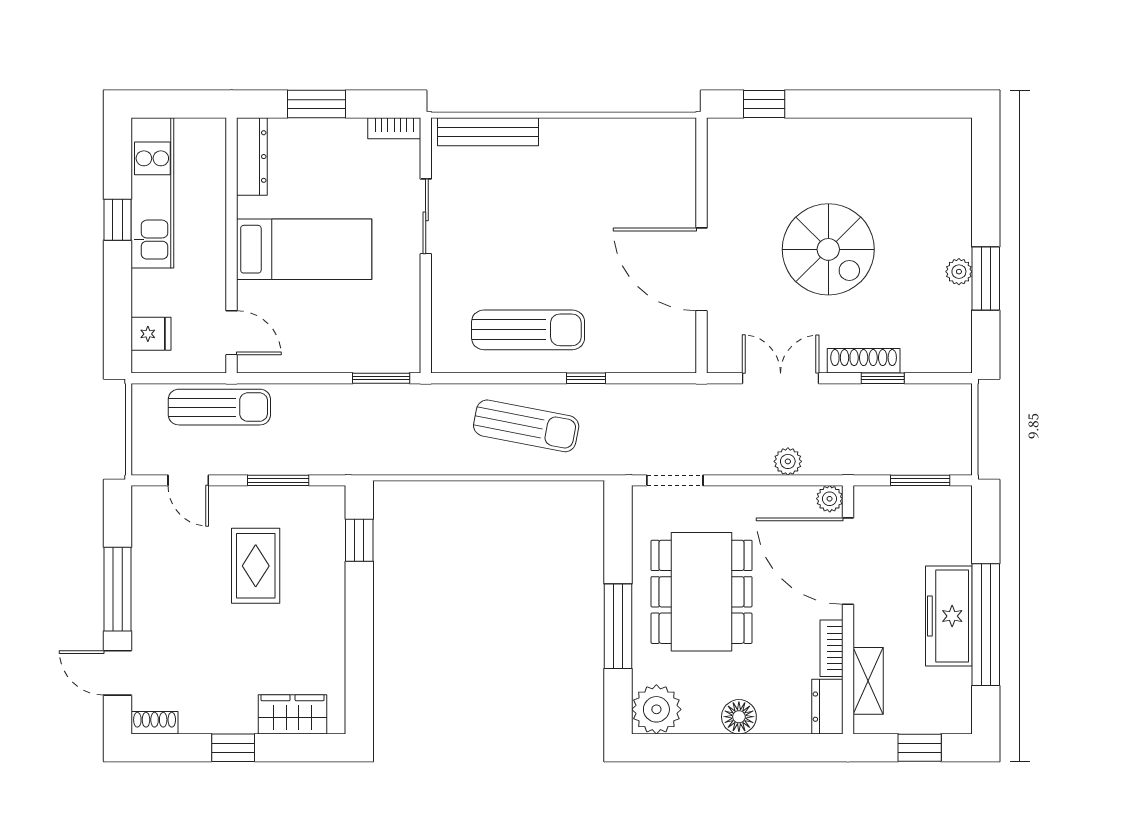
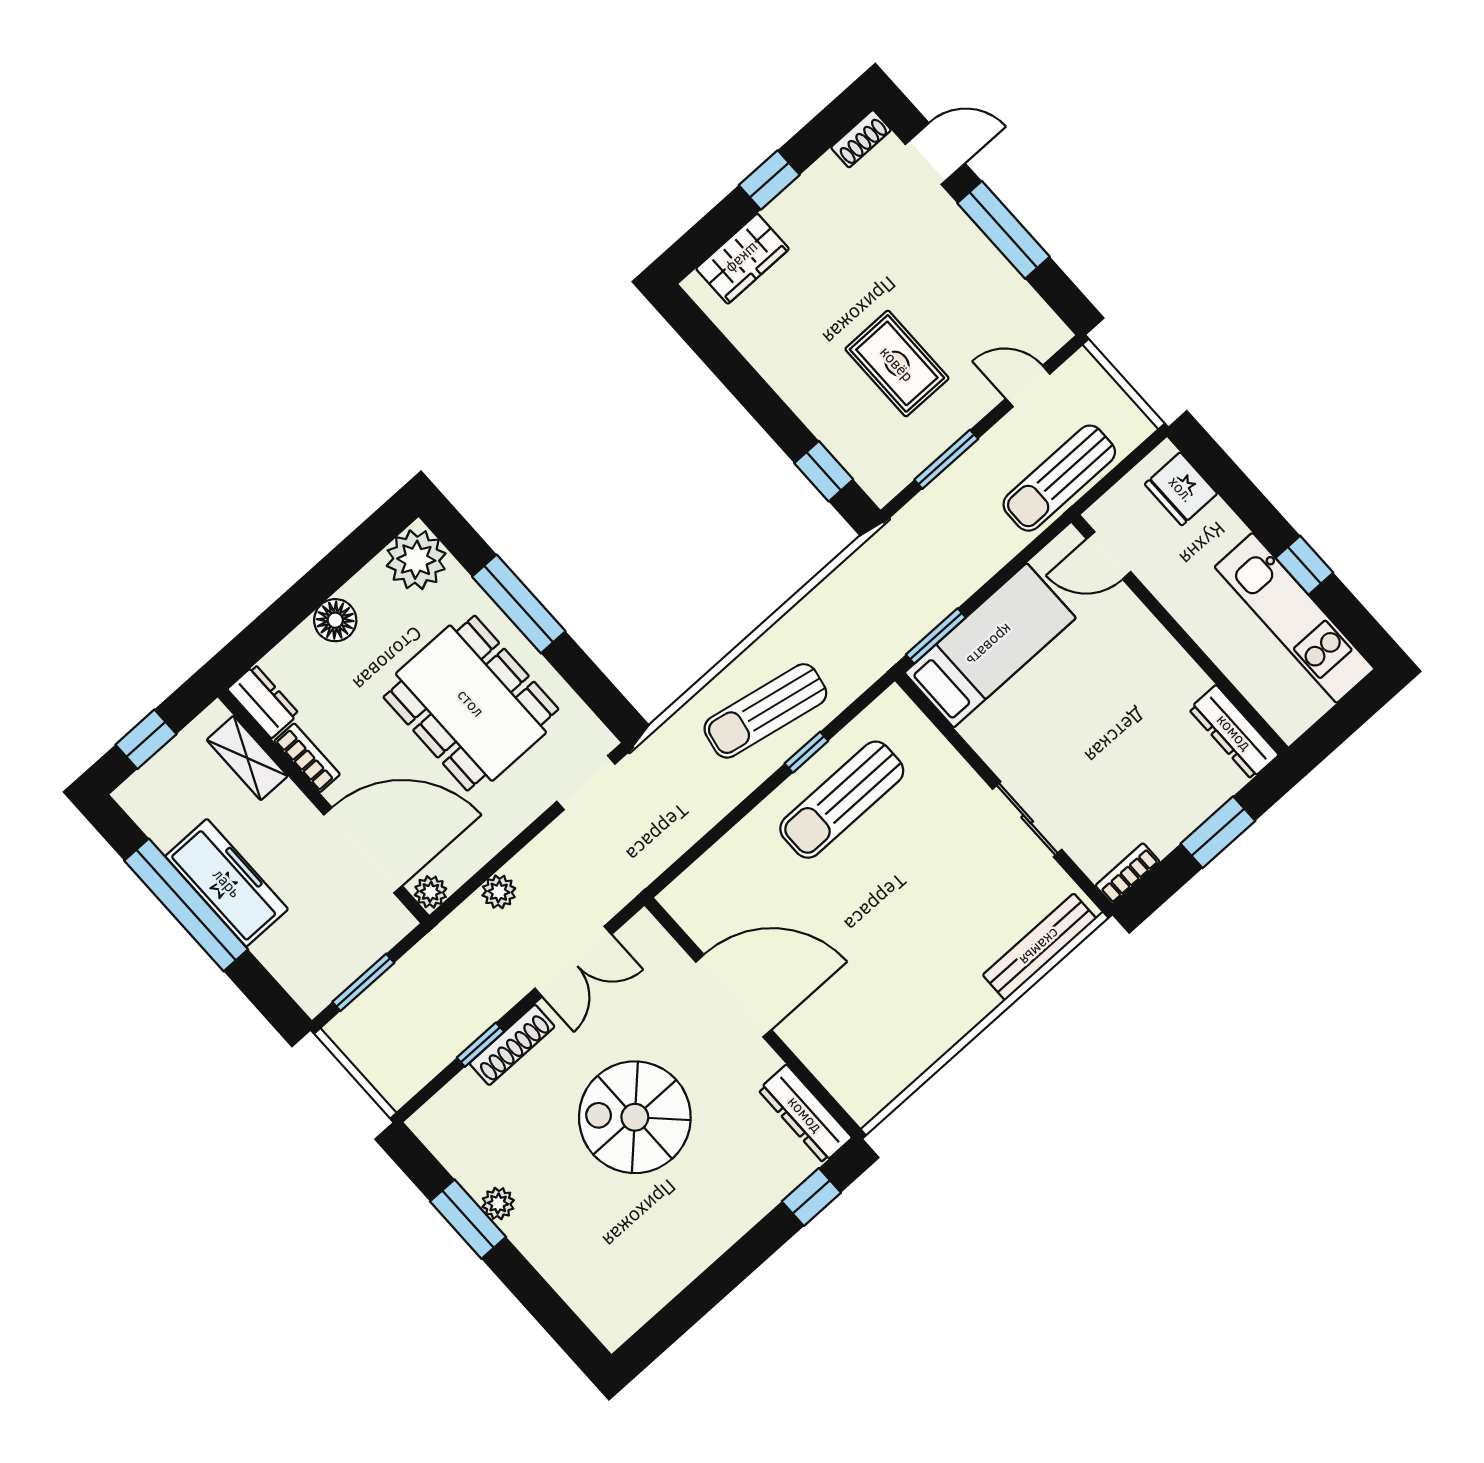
dresser: (722, 158) -> (805, 1114), added
bed: (304, 249) -> (990, 645), moved, turned 180
fridge: (151, 334) -> (1181, 489), width x1.38
window: (586, 378) -> (806, 752), moved

